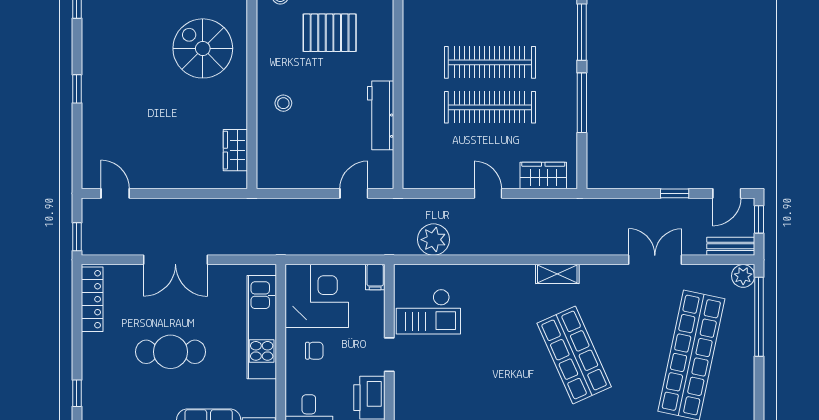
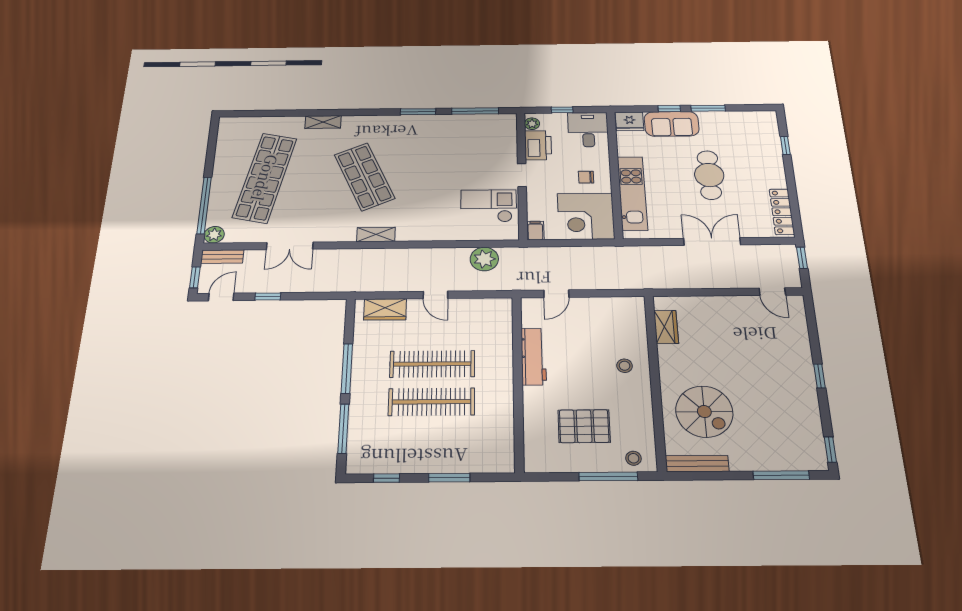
cafe table: (171, 352) -> (709, 175), turned 90

